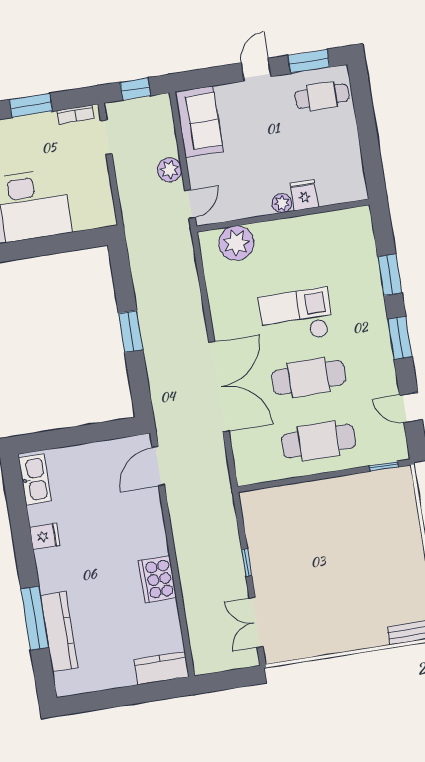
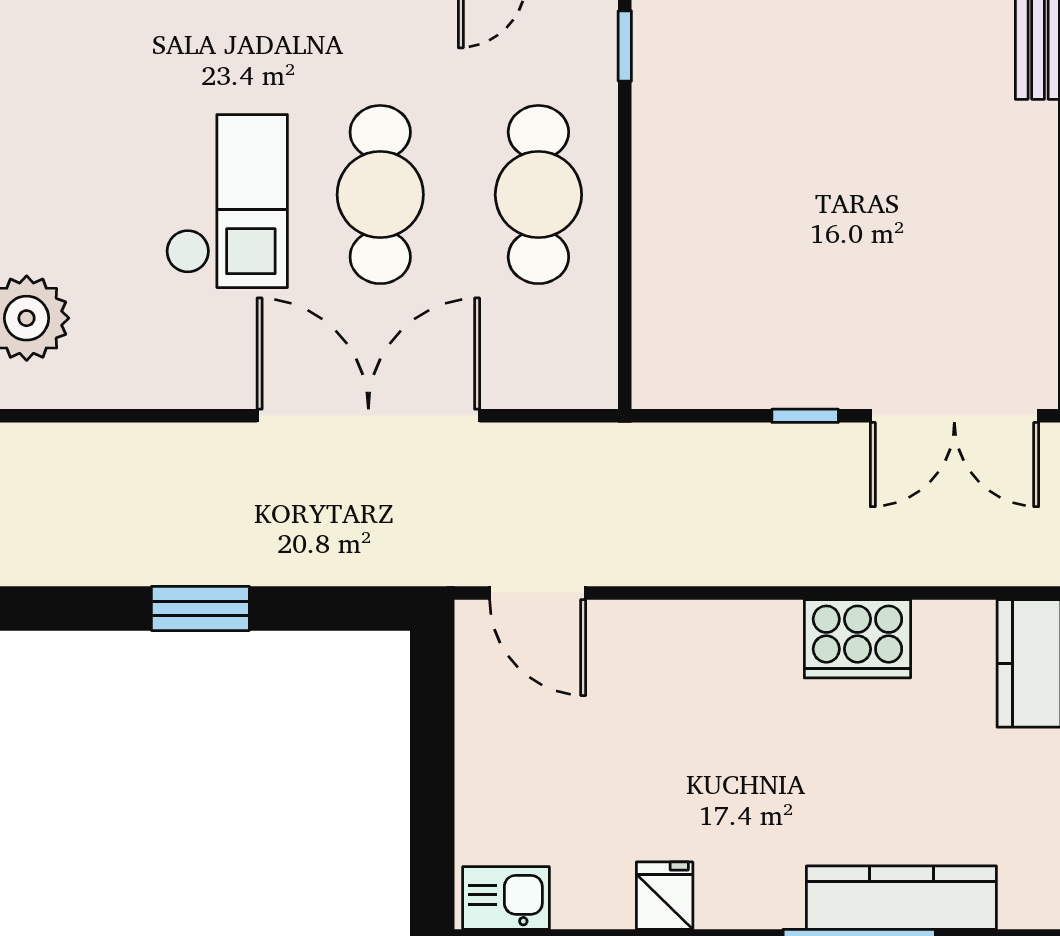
checkout: (296, 316) -> (227, 201), turned 180
kitchen sink: (35, 479) -> (506, 898), width x0.73
cooker: (157, 579) -> (857, 639), moved
double door: (256, 622) -> (954, 416), width x1.37

